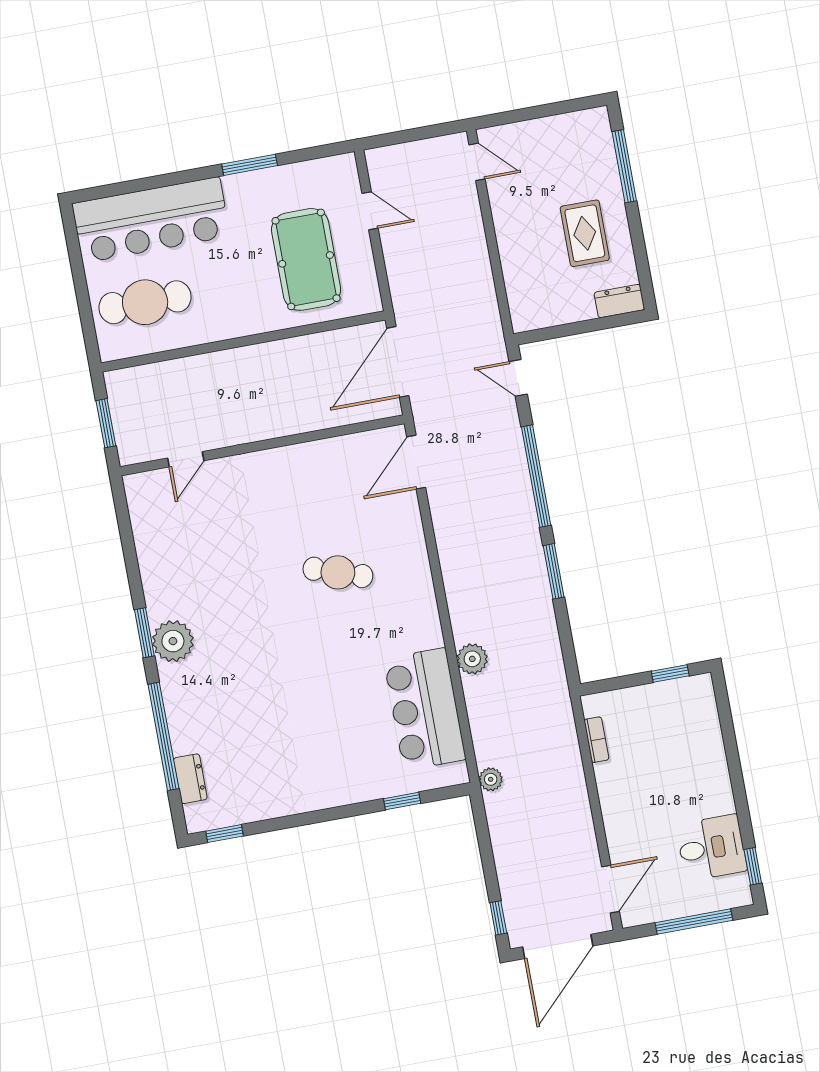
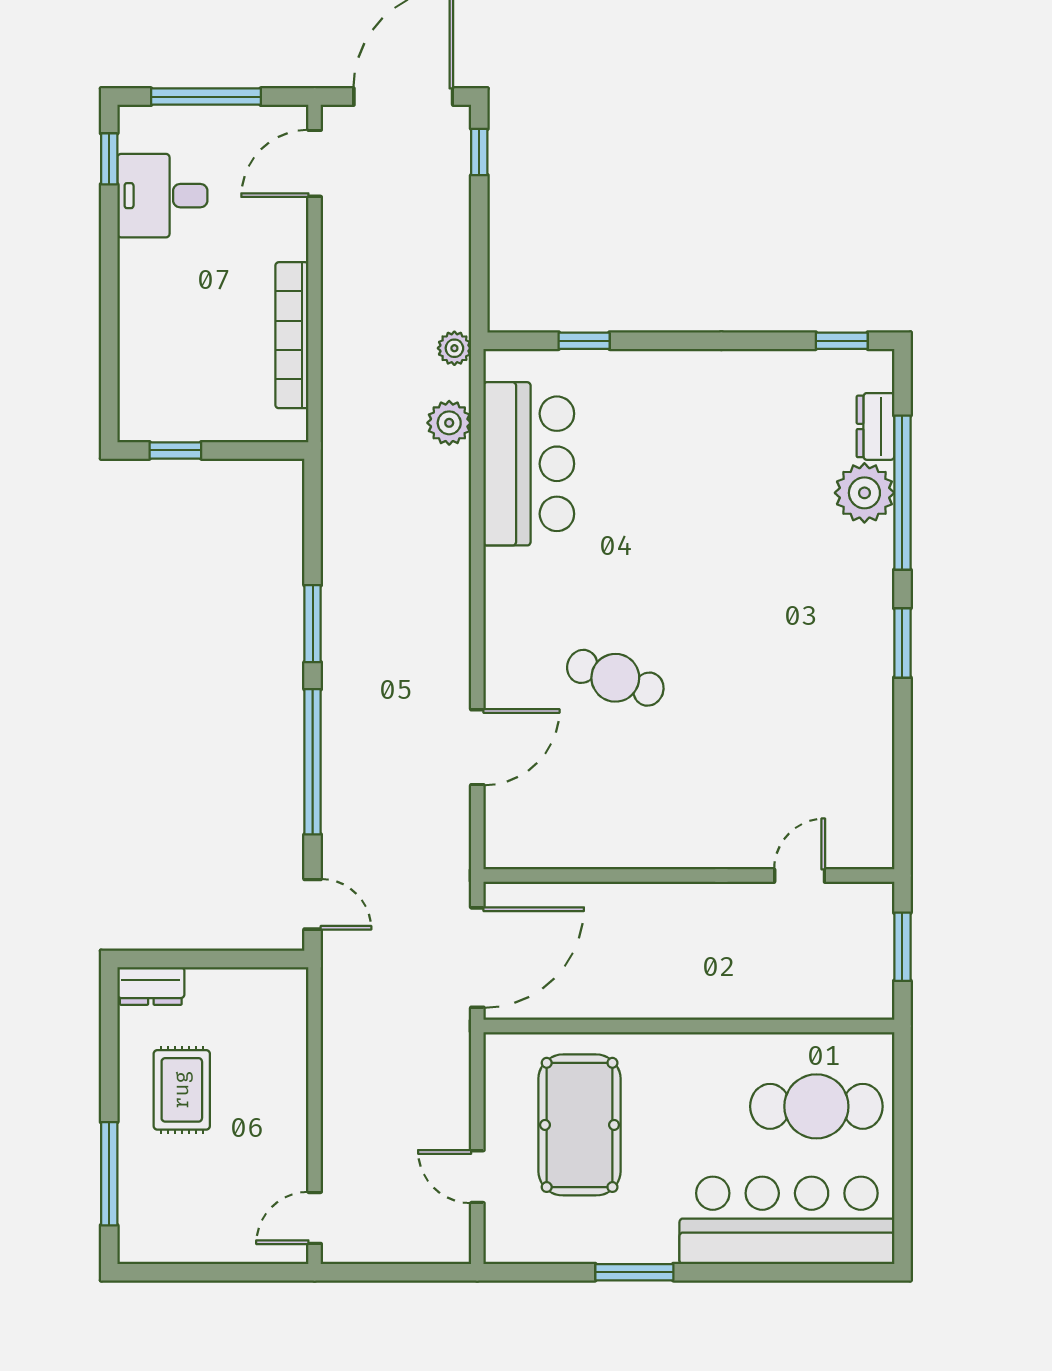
door: (477, 162) -> (315, 1218), hinge flipped
door: (416, 462) -> (477, 747), moved
plant: (173, 641) -> (864, 493), moved
plant: (472, 659) -> (449, 423), moved
bookcase: (596, 740) -> (292, 335), width x2.31, depth x1.31

